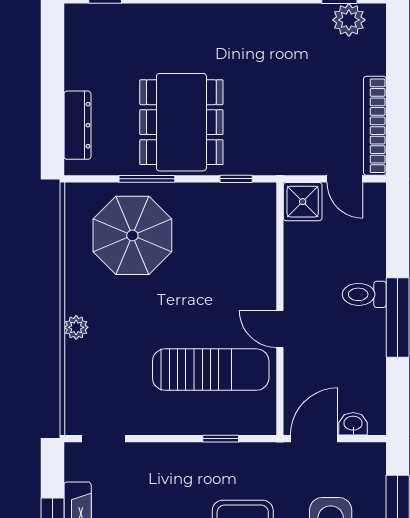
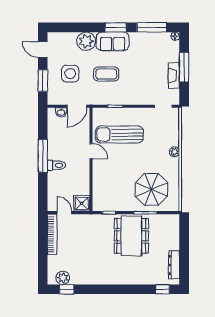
dresser: (77, 125) -> (174, 265), moved

